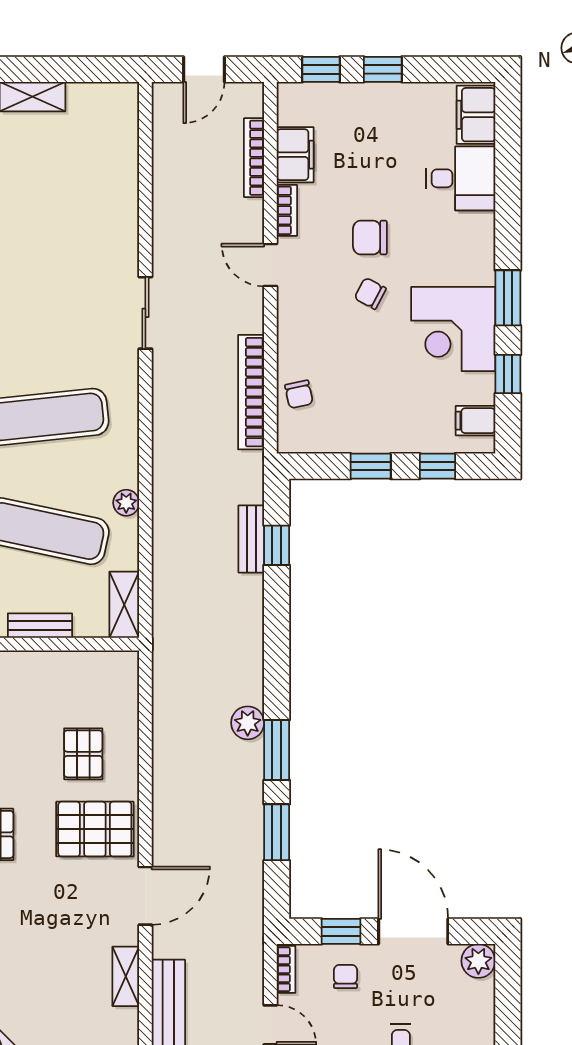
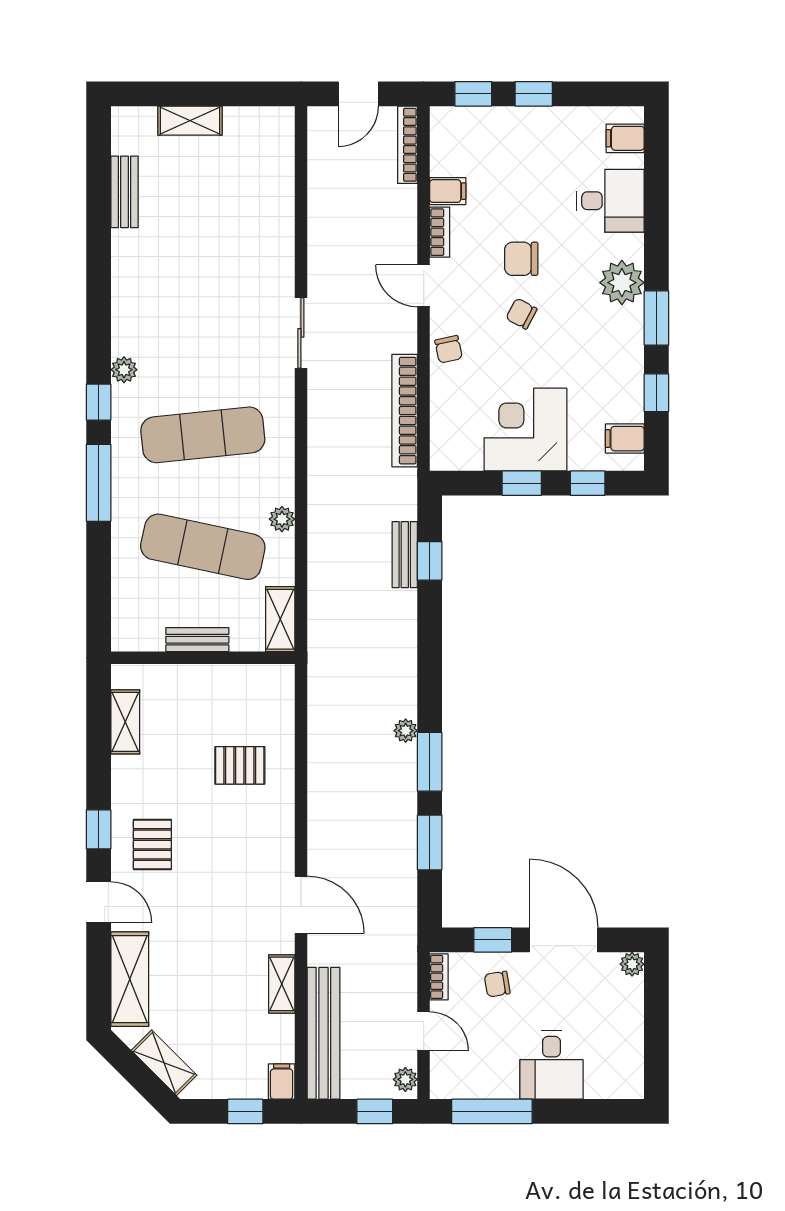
filing cabinet: (476, 115) -> (625, 138), width x0.50
filing cabinet: (295, 155) -> (448, 191), width x0.50
bookcase: (254, 158) -> (407, 145), moved
plant: (473, 262) -> (622, 283), added
corner desk: (453, 329) -> (525, 429), moved, turned 90
chair: (299, 394) -> (449, 349), moved
plant: (248, 723) -> (406, 731), width x0.73, depth x0.73
pallet: (83, 754) -> (240, 765), turned 90
pallet: (95, 829) -> (251, 839), removed
door: (145, 896) -> (301, 905), hinge flipped
plant: (478, 961) -> (632, 964), width x0.73, depth x0.73
chair: (346, 977) -> (497, 984), turned -99

